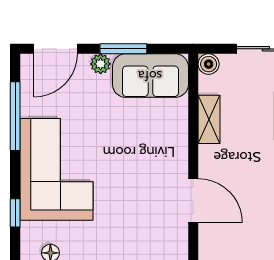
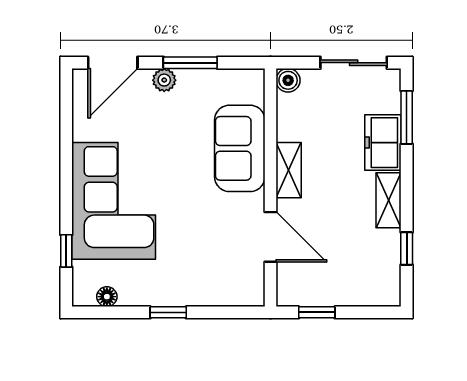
sofa: (150, 76) -> (240, 148), moved, turned 90
window: (15, 116) -> (66, 140), removed
shelving: (209, 119) -> (289, 170), moved

